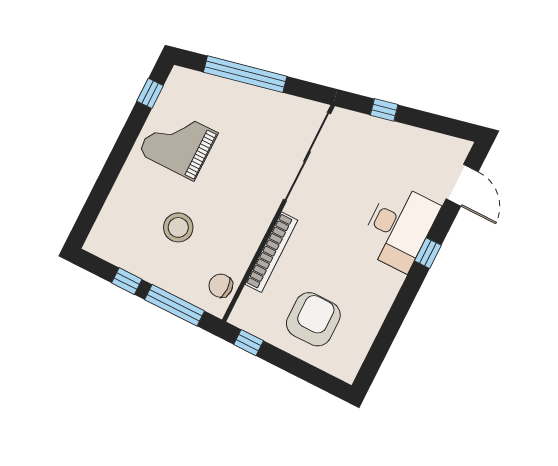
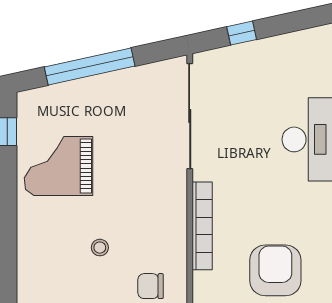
stool: (178, 227) -> (100, 248), width x0.53, depth x0.53
chair: (221, 286) -> (151, 286), moved

